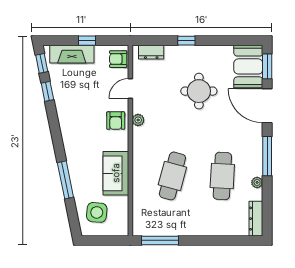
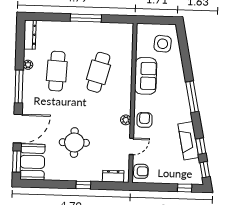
window: (87, 41) -> (185, 188), moved
fireplace: (72, 54) -> (188, 141), moved, turned -101
door: (267, 106) -> (18, 129), hinge flipped
window: (65, 180) -> (192, 97), moved
window: (160, 240) -> (86, 18), moved

